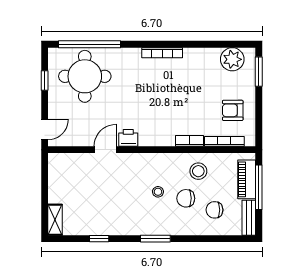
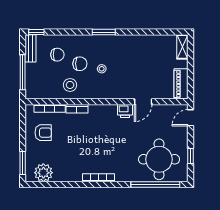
piano: (247, 179) -> (181, 84), moved, turned 180
window: (99, 239) -> (36, 32), moved

